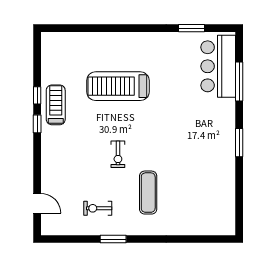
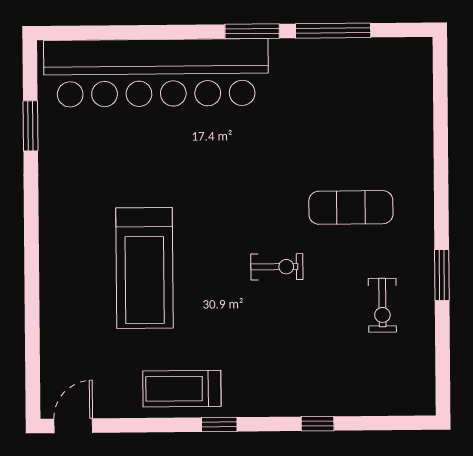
bar counter: (218, 66) -> (156, 73), width x1.86
window: (239, 82) -> (333, 31), moved
window: (37, 95) -> (318, 424), moved
door: (37, 203) -> (73, 426), moved

